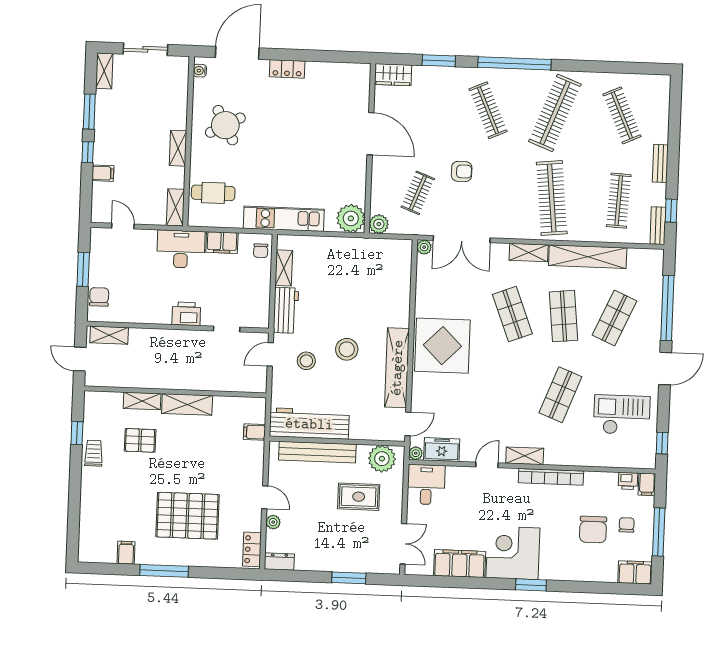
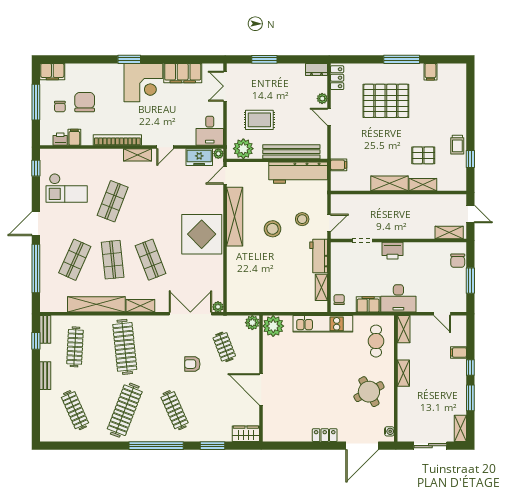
cafe table: (213, 193) -> (376, 341), turned 90
clothes rail: (418, 193) -> (224, 347), turned -42
filing cabinet: (647, 484) -> (74, 137), moved

